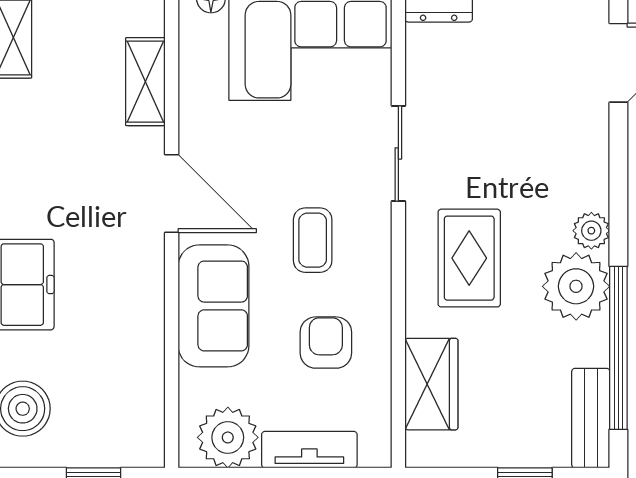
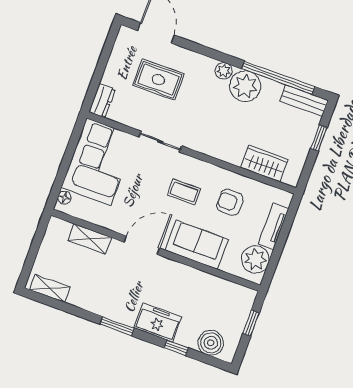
rug: (469, 258) -> (158, 80), moved

